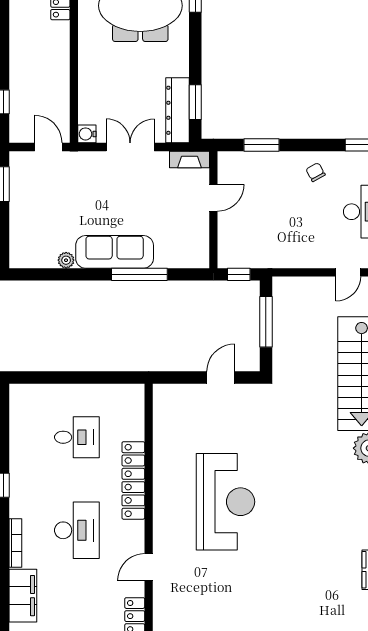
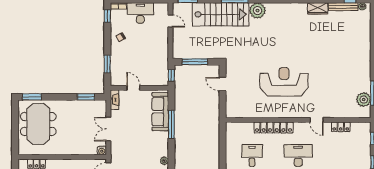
dresser: (177, 110) -> (90, 106), removed
sofa: (115, 252) -> (160, 112), moved

